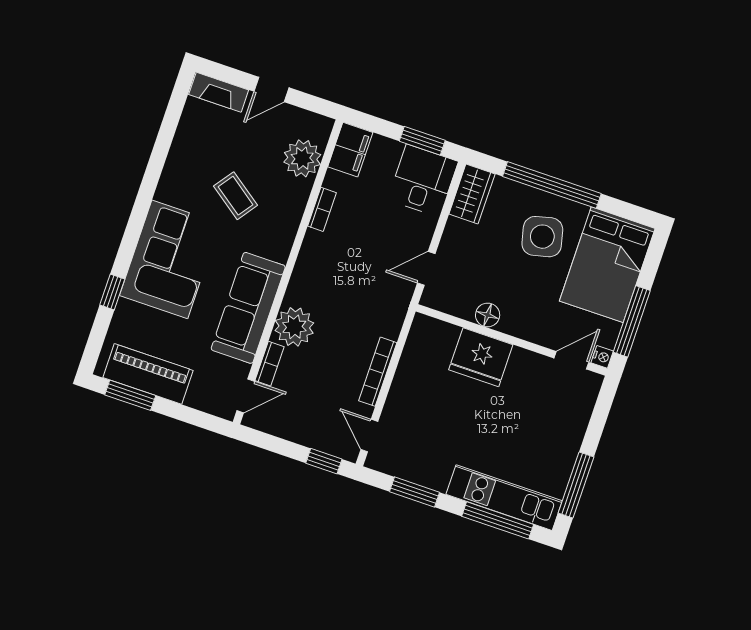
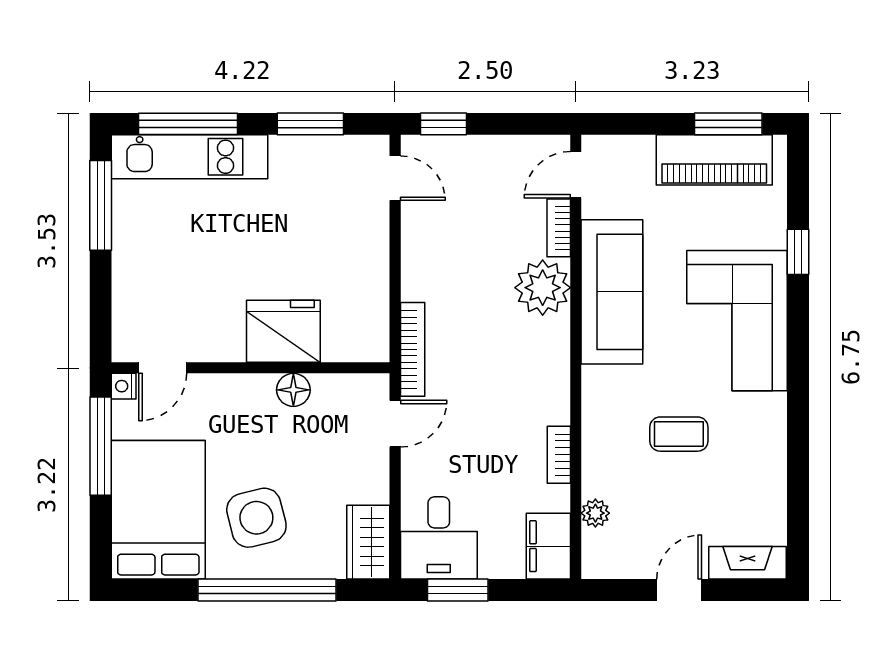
plant: (302, 158) -> (595, 513), width x0.53, depth x0.53
coffee table: (236, 196) -> (679, 434), turned -36
bookcase: (378, 372) -> (413, 349), moved

